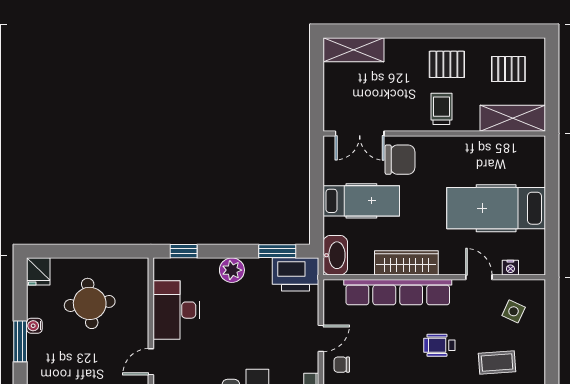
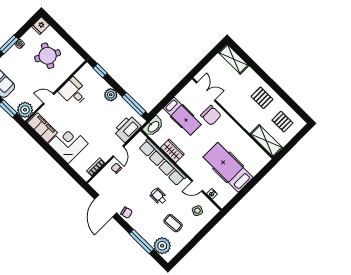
trolley: (441, 109) -> (244, 112), removed
double door: (360, 133) -> (206, 91), swing flipped
window: (277, 251) -> (134, 104), width x1.44
wardrobe: (406, 263) -> (172, 151), width x0.67
printer: (296, 274) -> (127, 129), moved, turned 90
door: (479, 277) -> (197, 186), swing flipped
round table: (90, 303) -> (48, 56), turned 35
desk: (176, 310) -> (73, 92), width x0.73
door: (321, 338) -> (118, 151), hinge flipped

